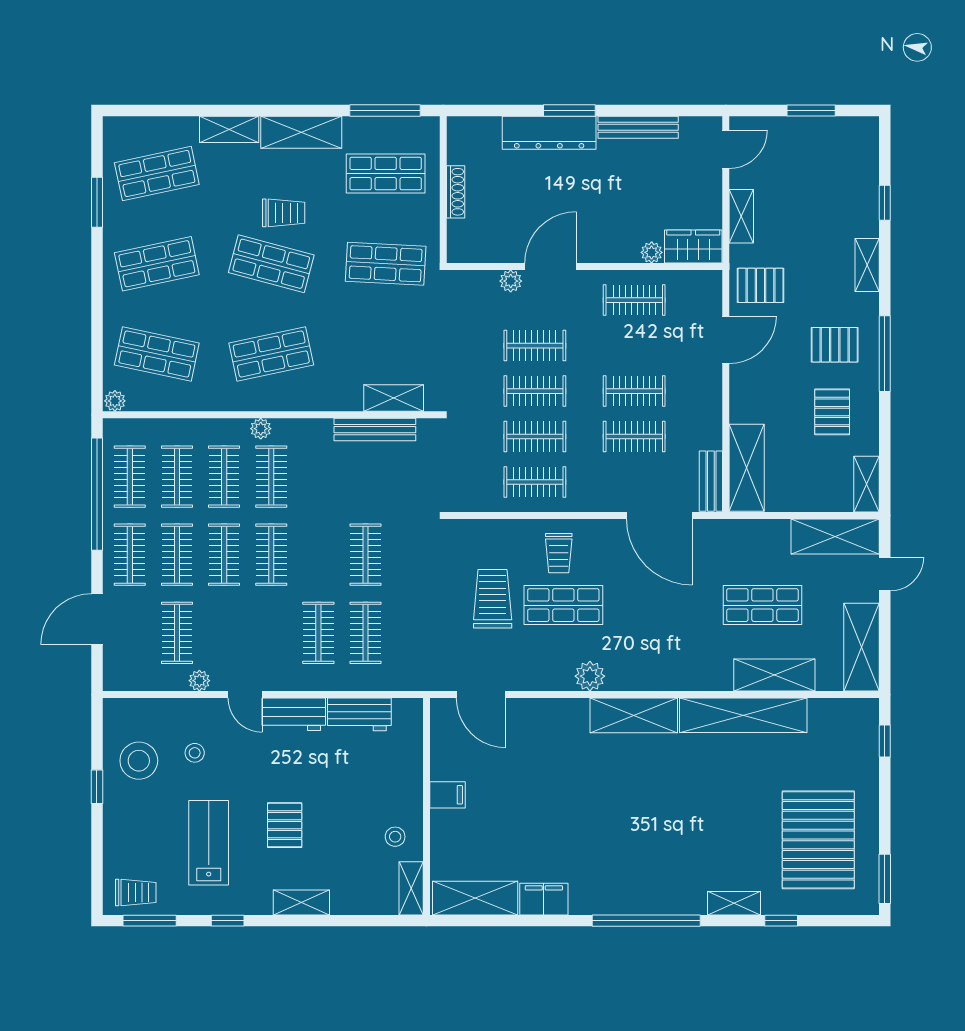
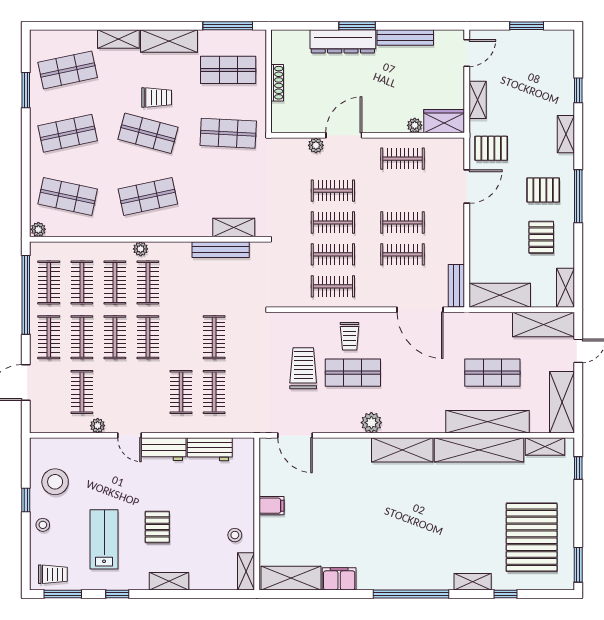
shelving: (747, 468) -> (500, 295), moved, turned 90
shelving: (774, 675) -> (488, 422), width x1.47
shelving: (837, 711) -> (545, 447), added
stool: (195, 753) -> (43, 525), moved

